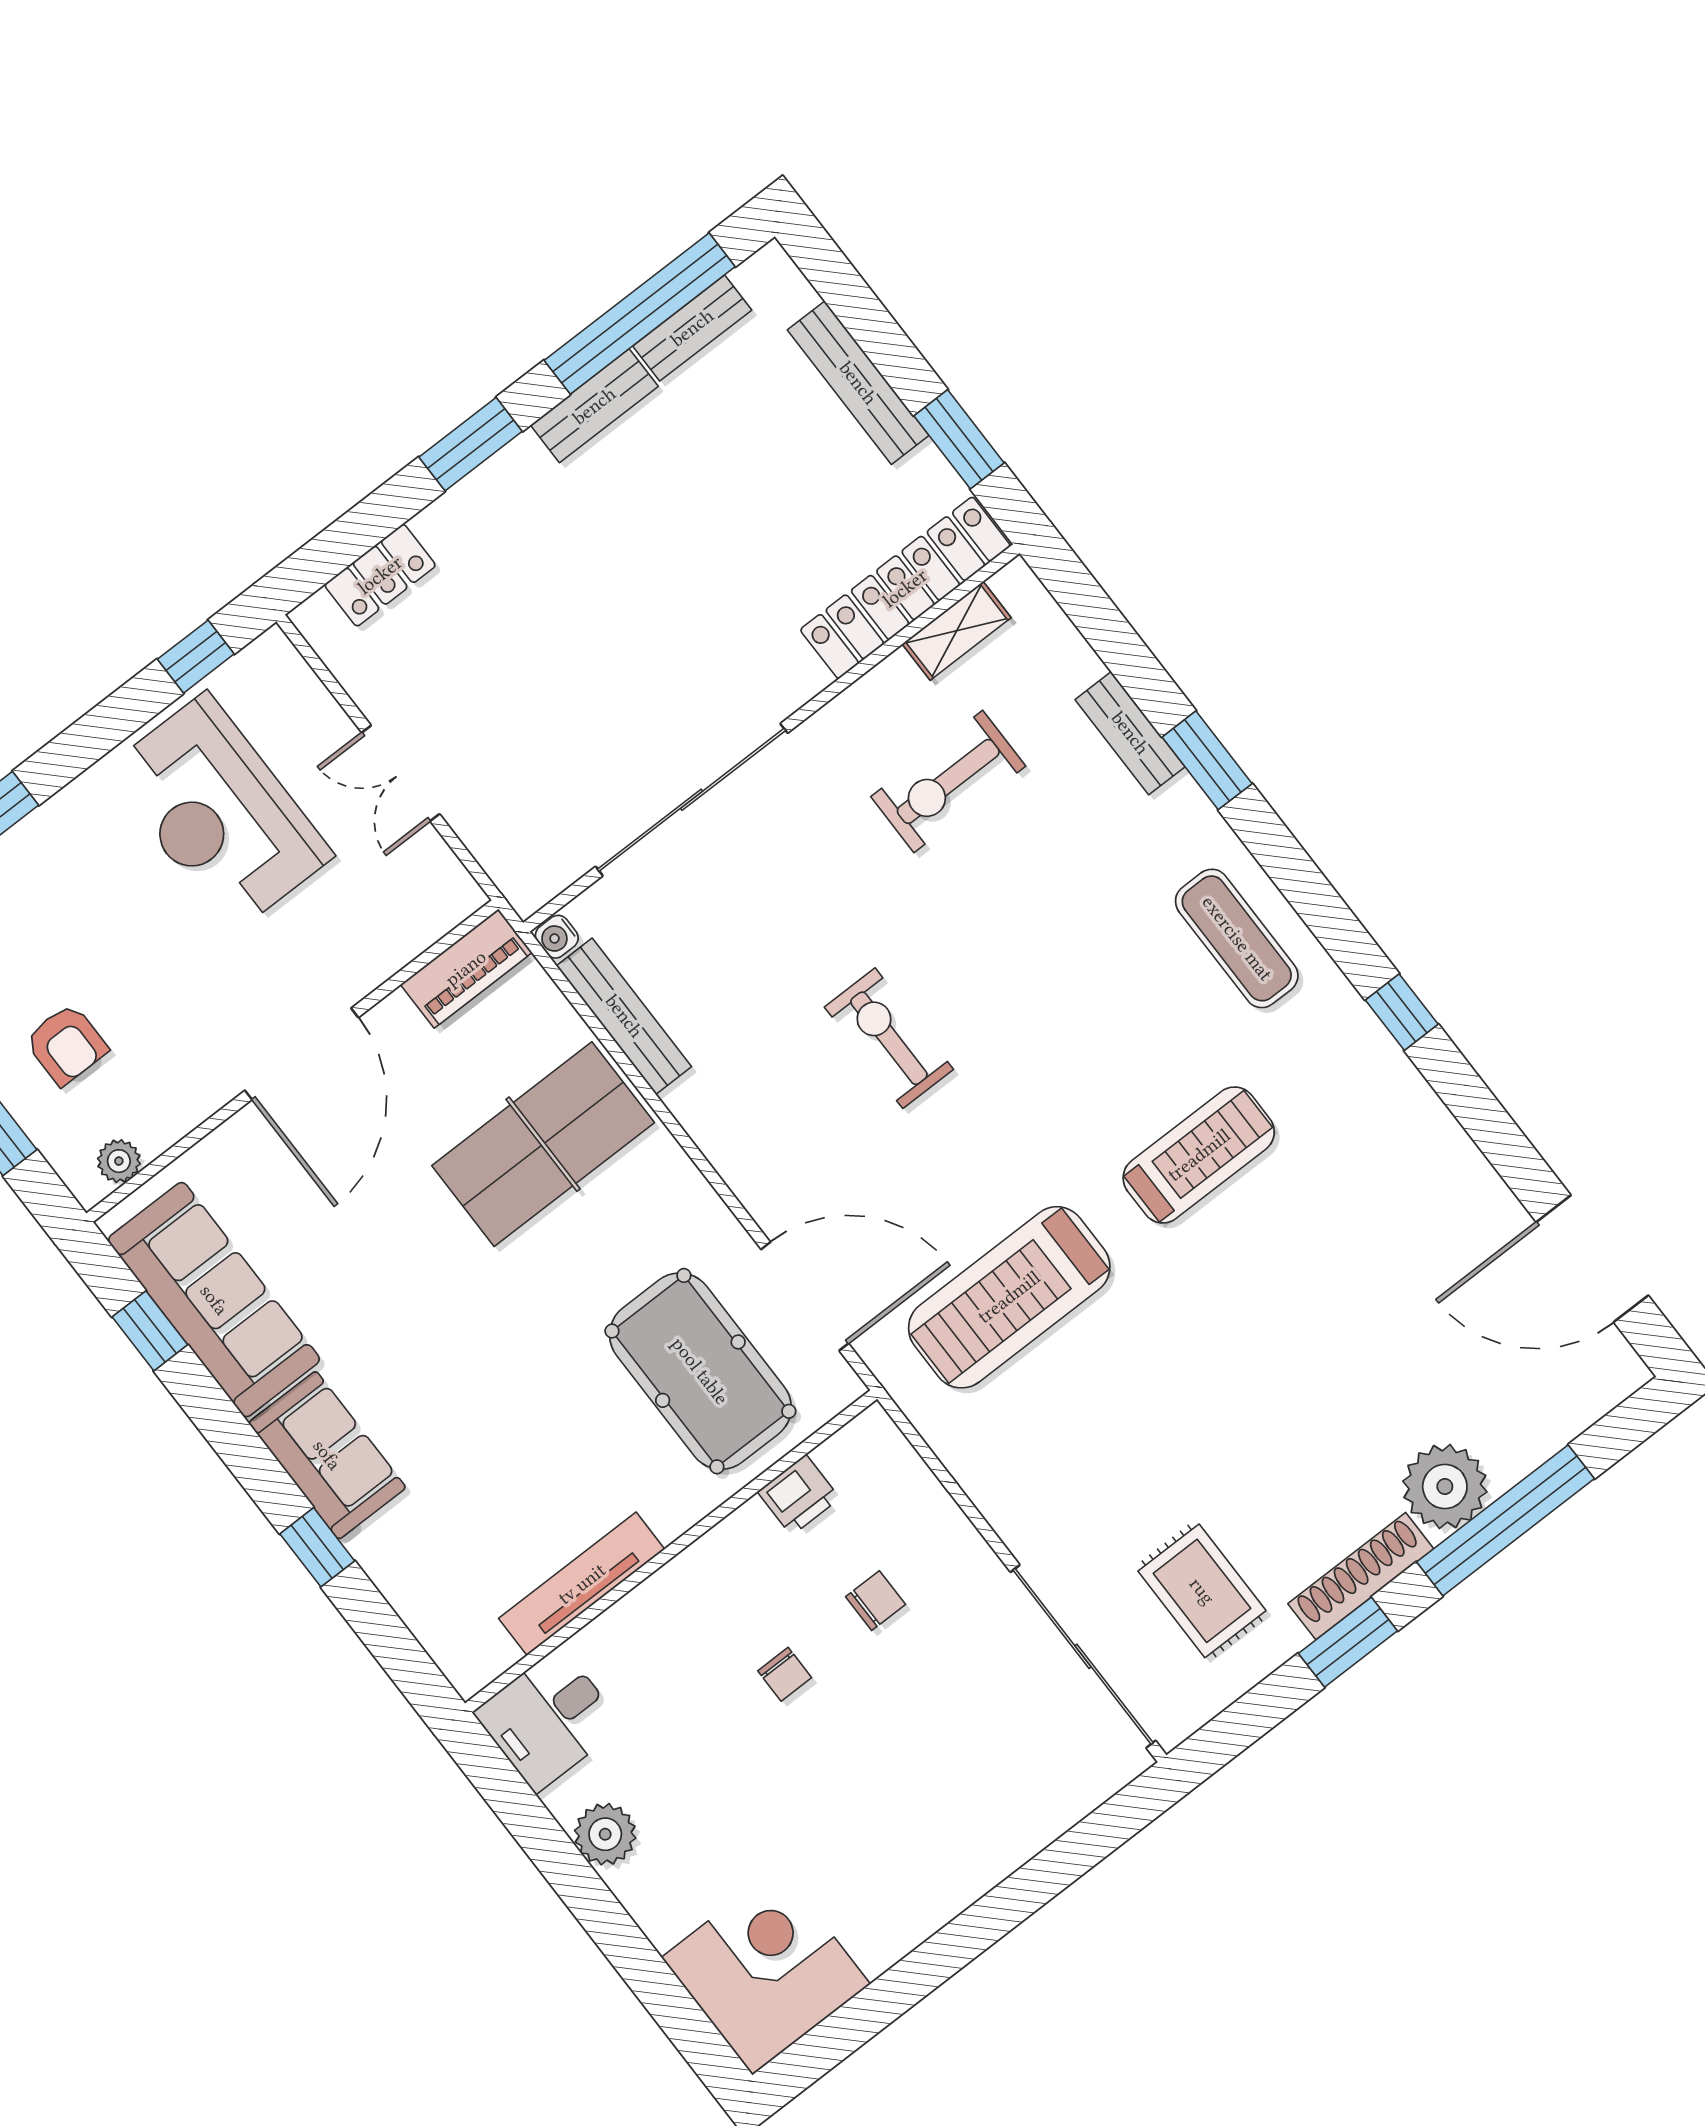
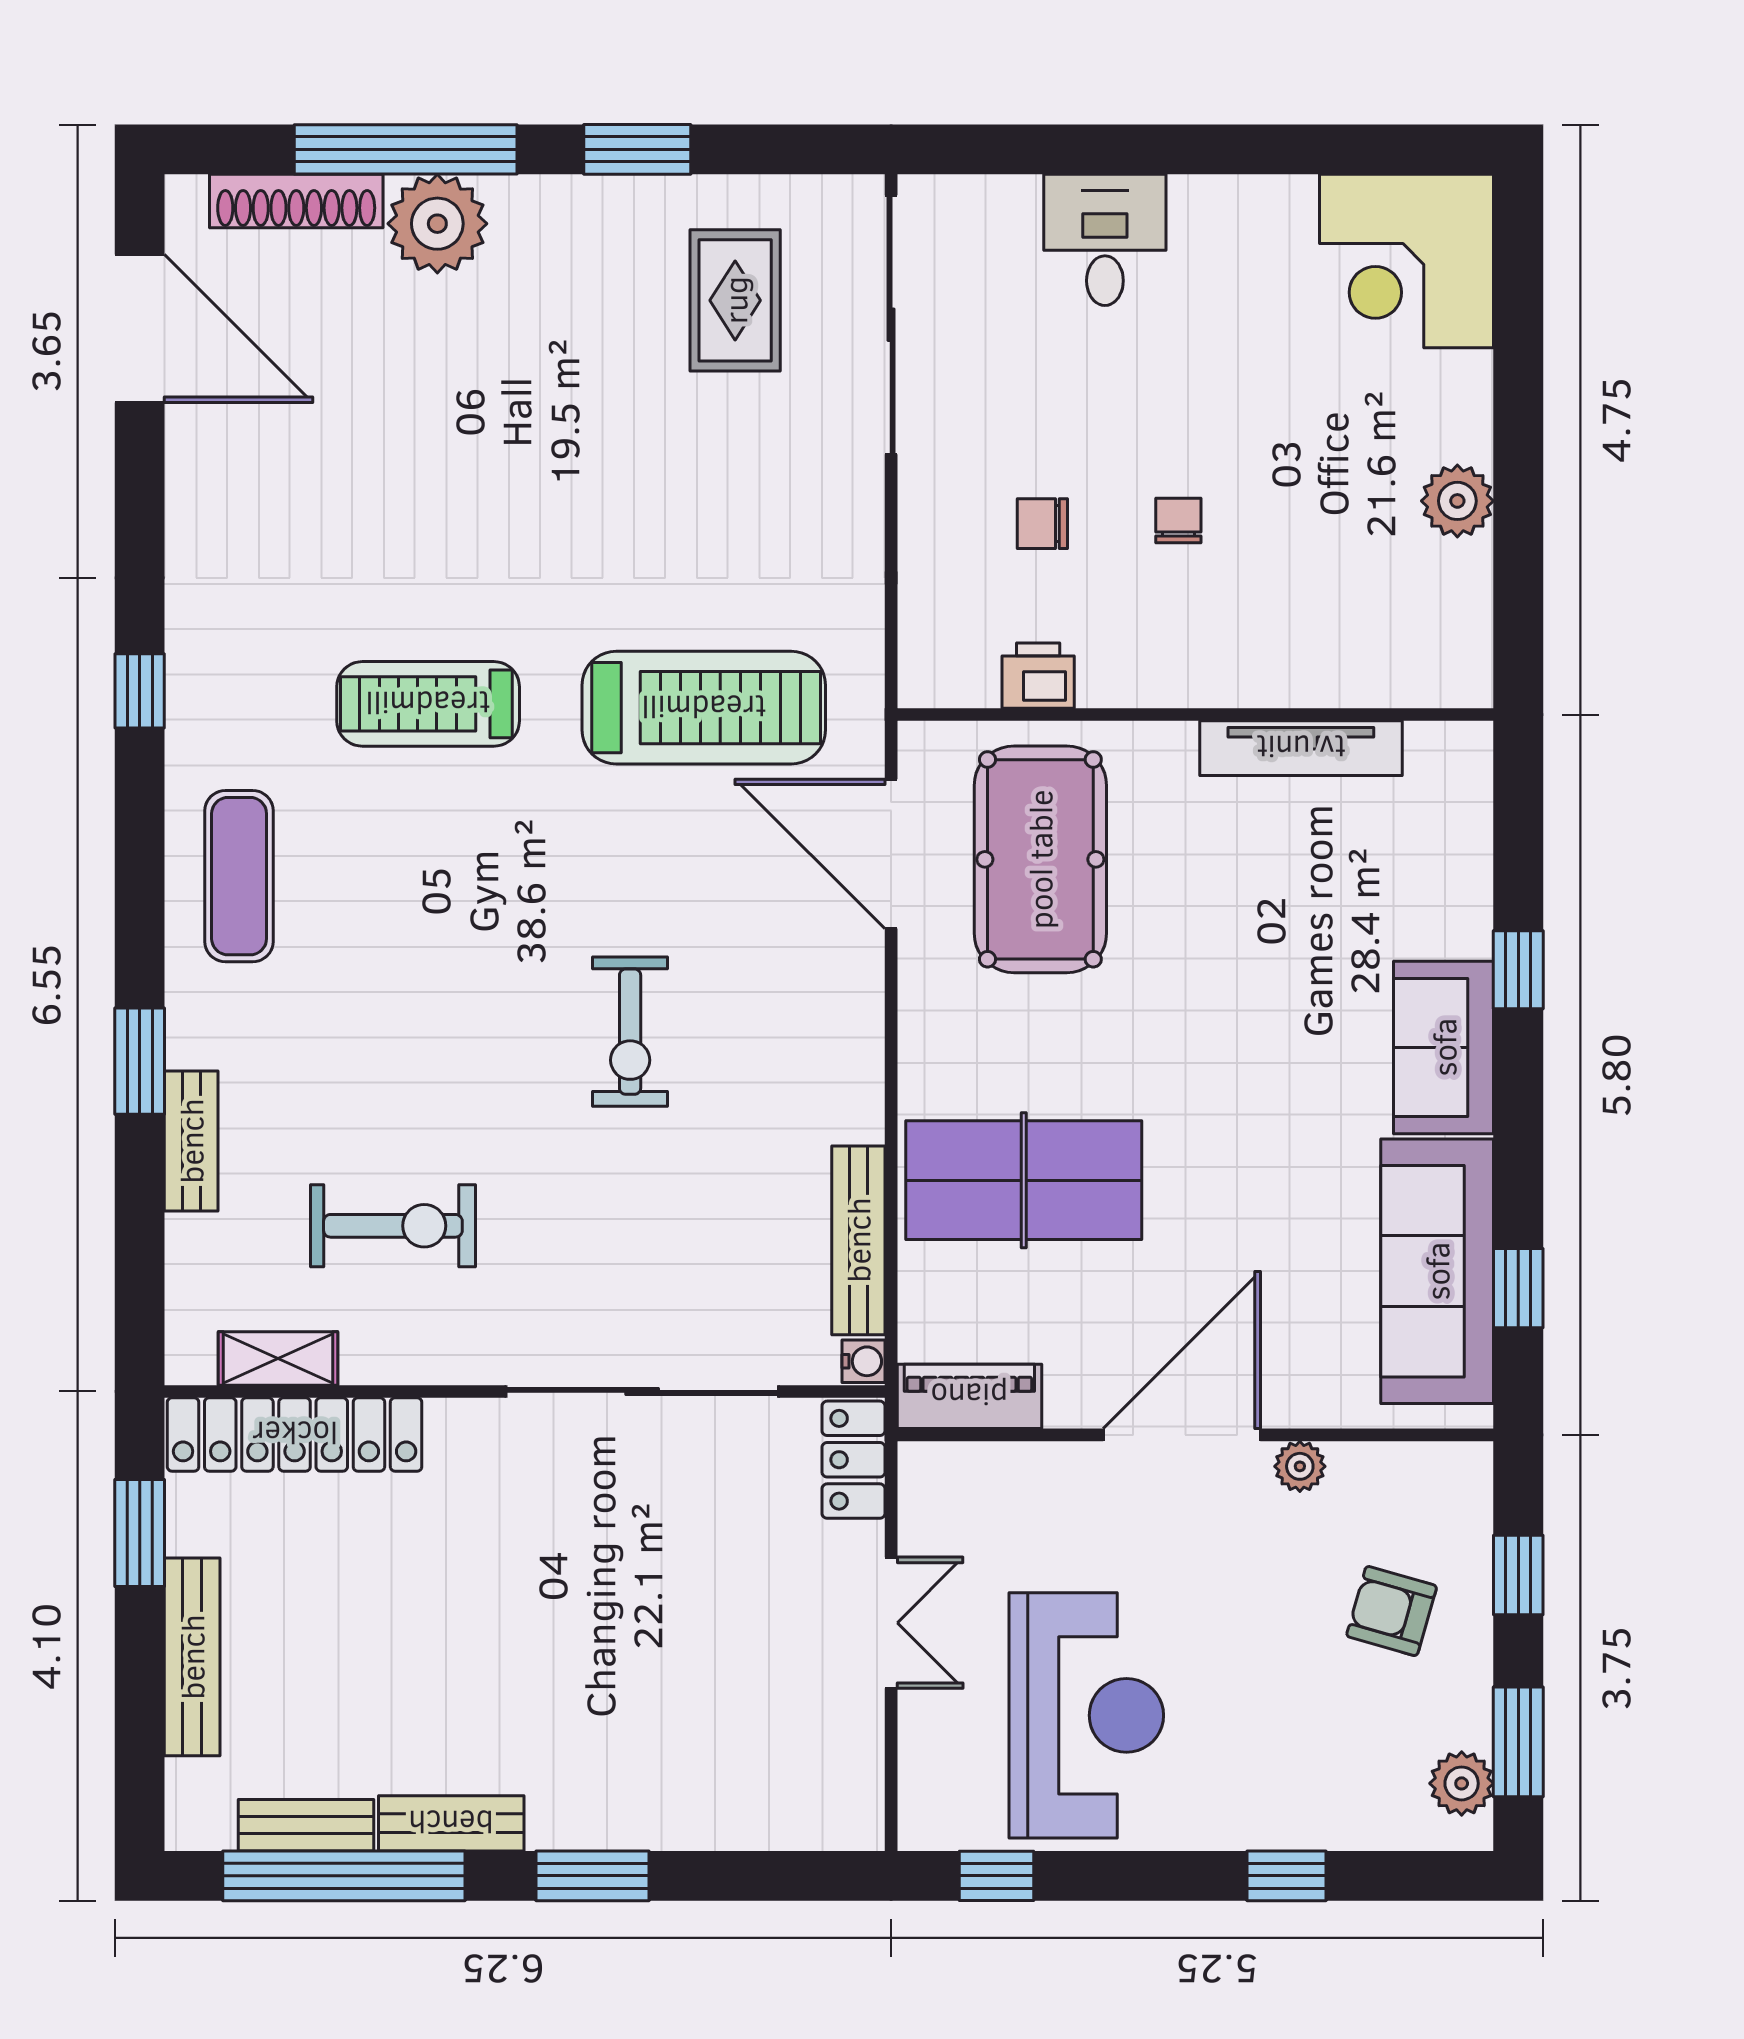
locker: (380, 575) -> (854, 1460), moved, turned -90
armchair: (66, 1044) -> (1392, 1611), turned -74
plant: (119, 1161) -> (1300, 1466), moved
shoe rack: (1361, 1576) -> (296, 201), moved
desk: (548, 1719) -> (1105, 240), moved, turned -90

